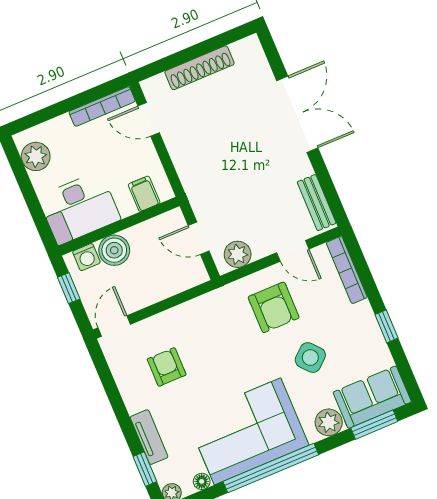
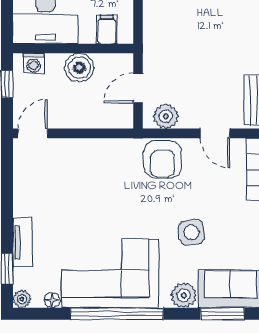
door: (199, 238) -> (138, 88), hinge flipped
boiler: (114, 250) -> (79, 68), moved
armchair: (274, 307) -> (163, 159), moved
side table: (310, 358) -> (191, 232), turned 33
armchair: (167, 367) -> (63, 188), removed

